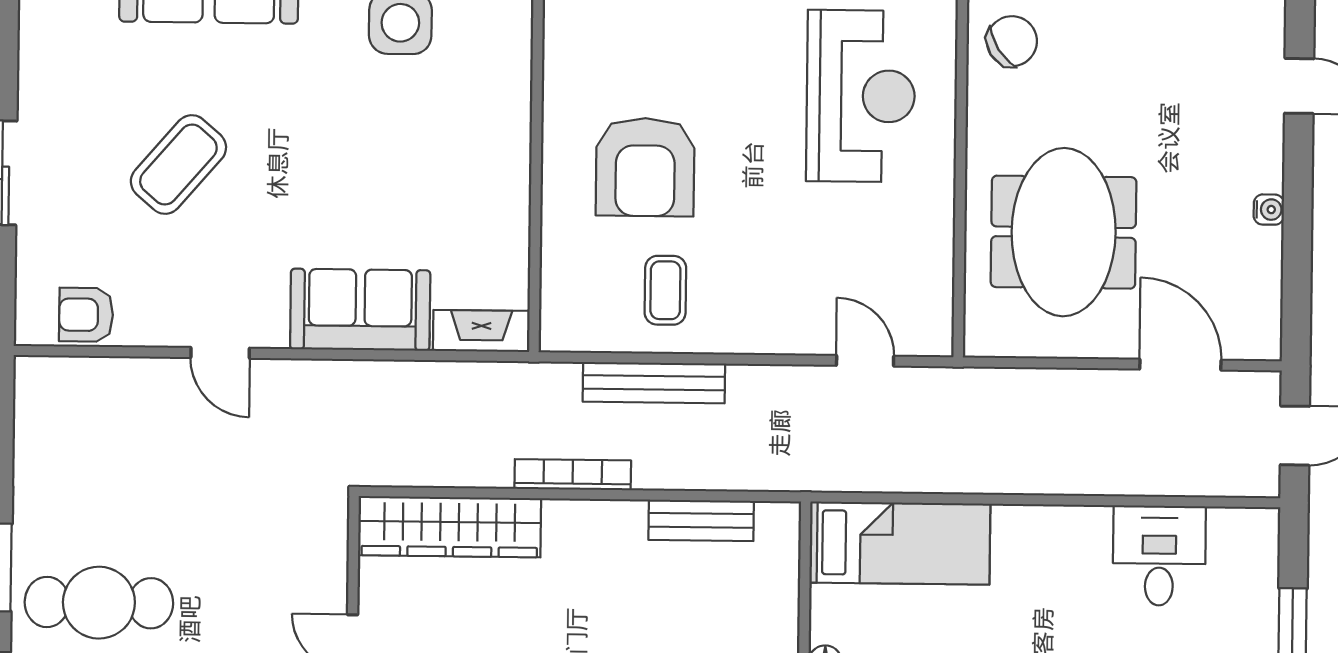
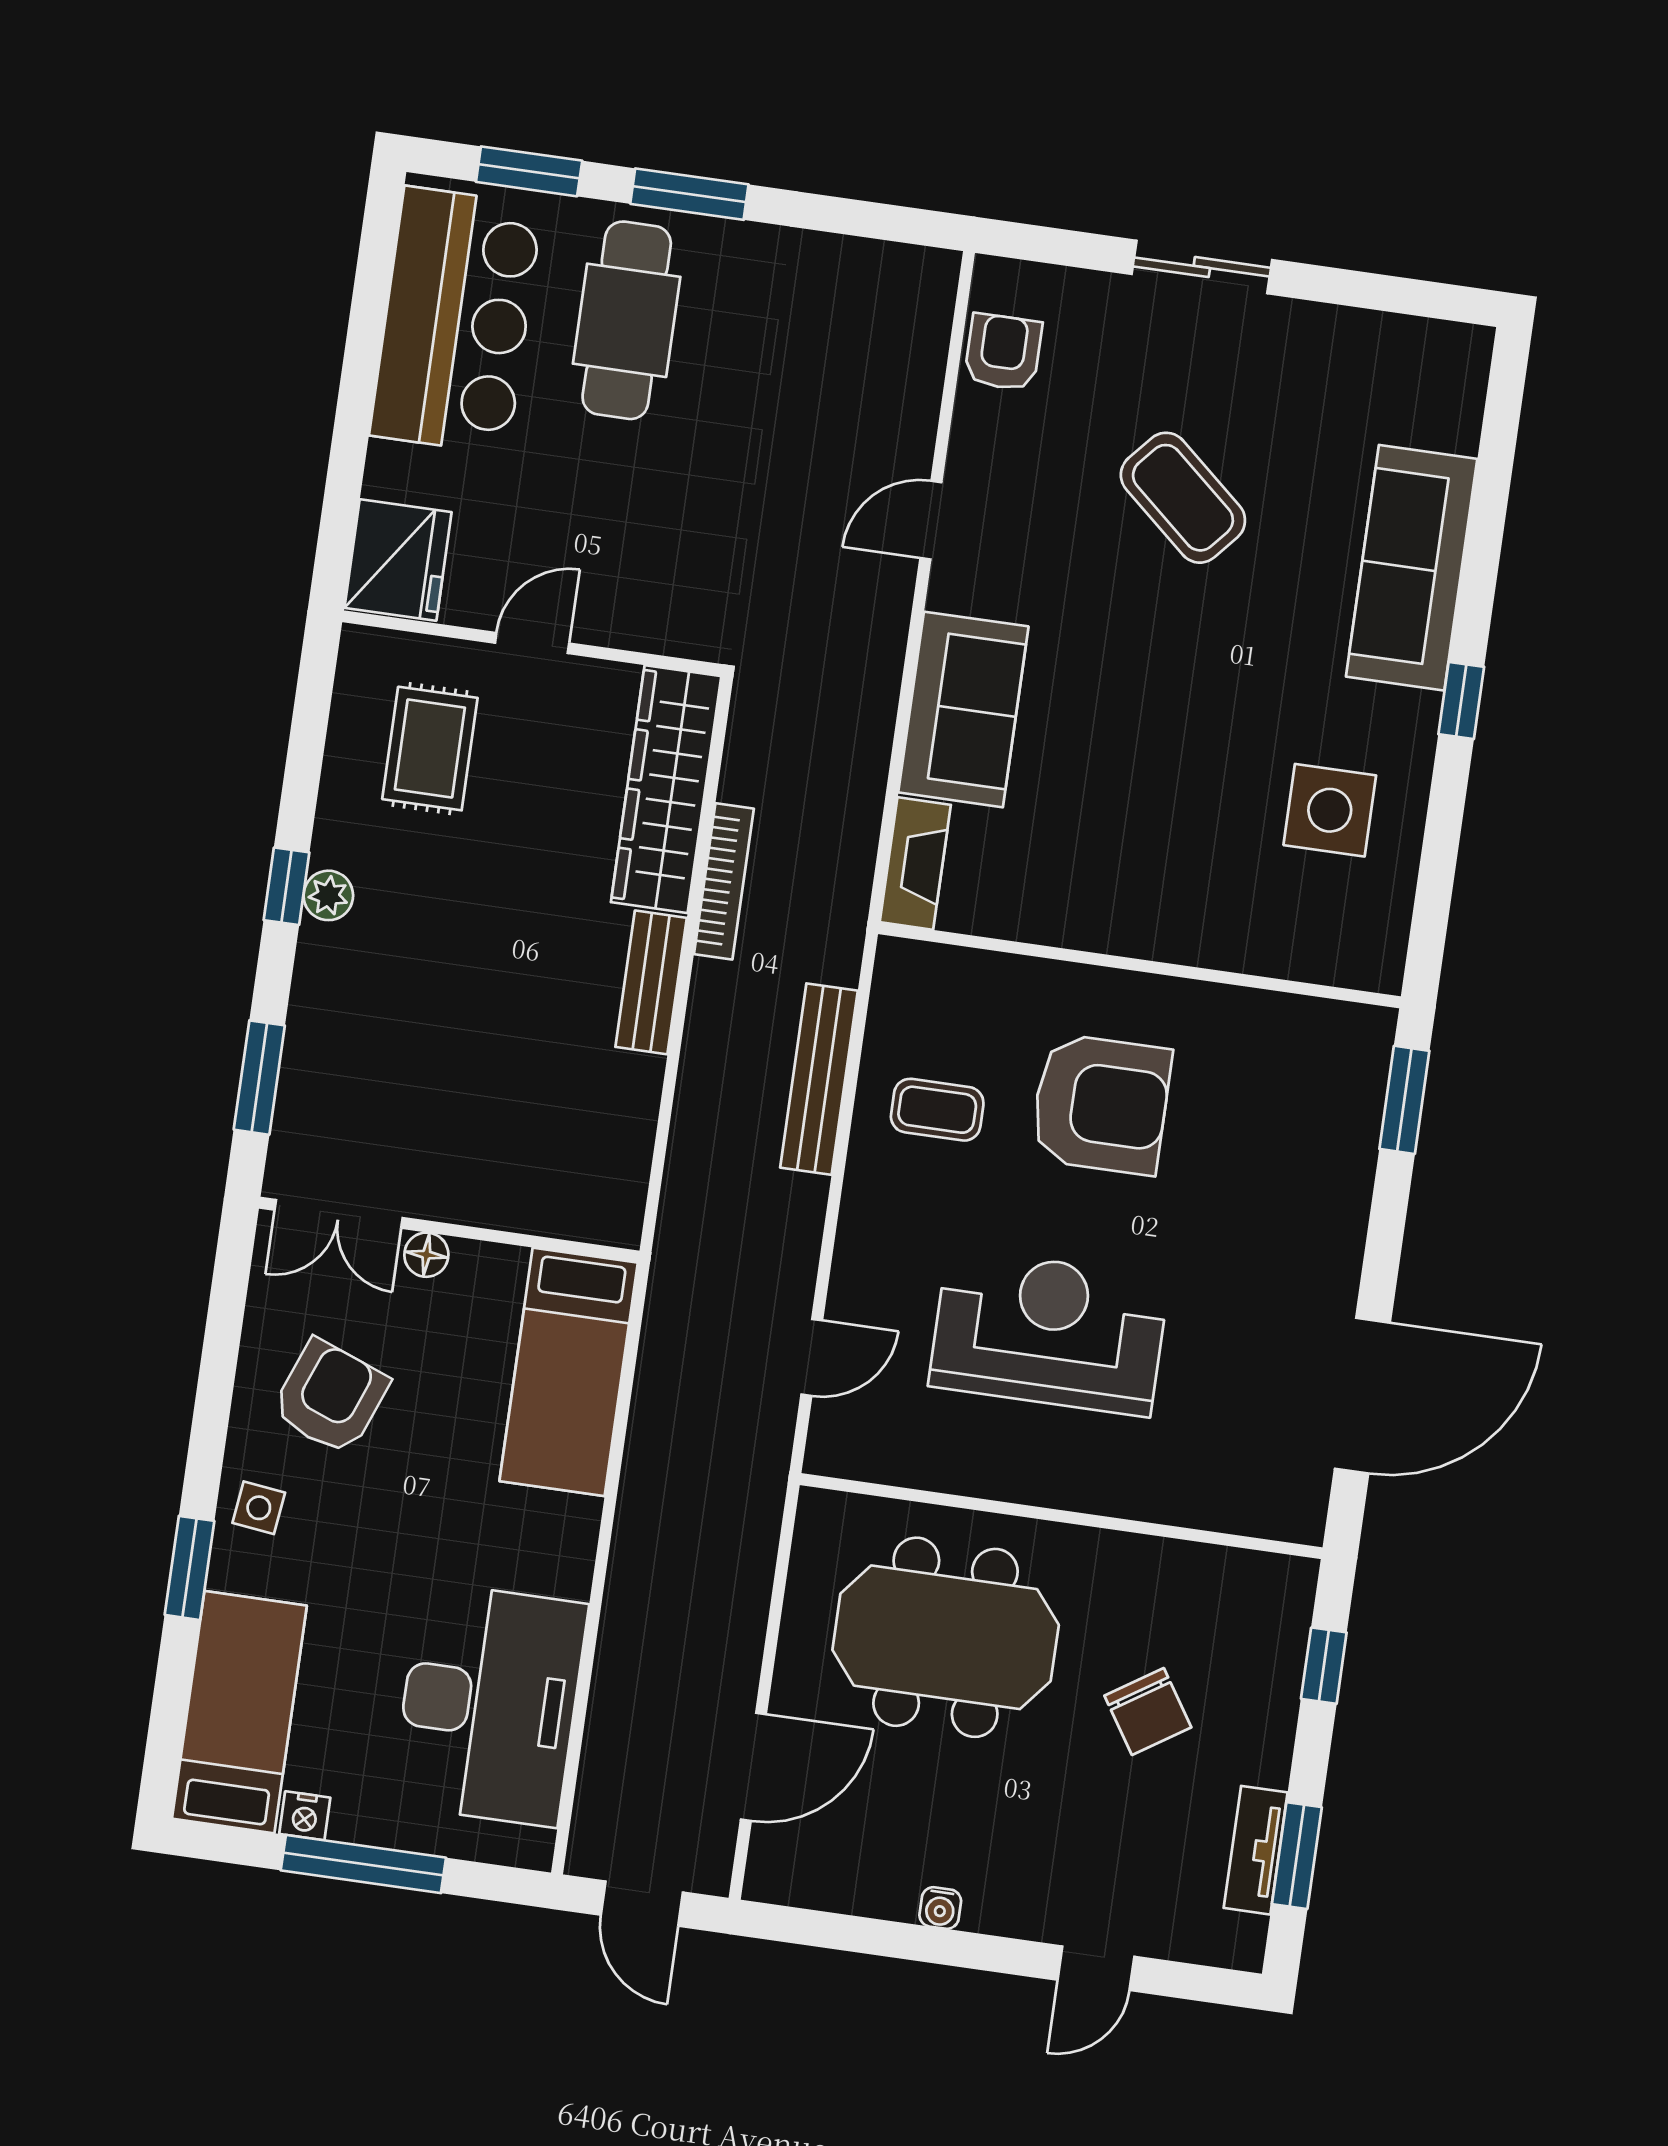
chair: (1012, 41) -> (1148, 1712), moved
reception desk: (861, 96) -> (1049, 1332), moved, turned 180
armchair: (645, 167) -> (1101, 1104), turned 180
bookcase: (573, 475) -> (724, 881), moved
bench: (701, 520) -> (651, 982), moved
desk: (1159, 556) -> (489, 1704), width x1.87, depth x1.30

